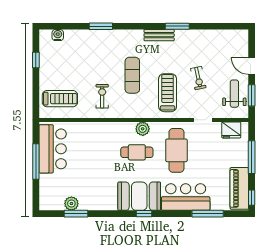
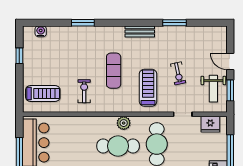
window: (177, 26) -> (175, 23), moved
weight bench: (234, 94) -> (213, 89), turned 180
cafe table: (137, 152) -> (118, 146), width x1.37, depth x1.35

